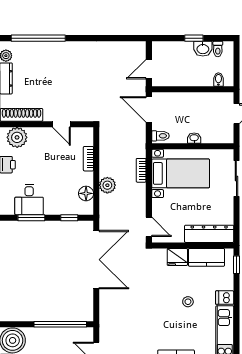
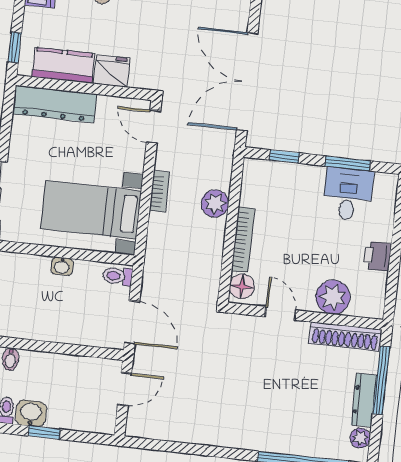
plant: (17, 137) -> (333, 297), moved
bookcase: (88, 159) -> (243, 240), width x1.56
bookcase: (141, 170) -> (159, 191), moved
floor lamp: (86, 193) -> (242, 286), moved

